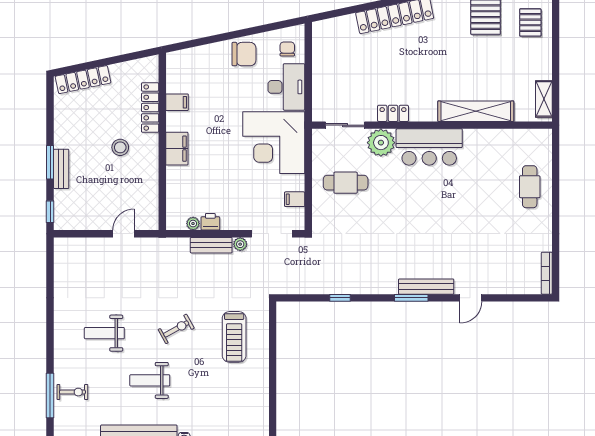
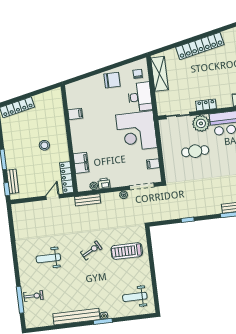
shelving: (323, 53) -> (160, 74), added
locker: (150, 108) -> (67, 177), moved
filing cabinet: (177, 149) -> (81, 163), moved
bench: (61, 169) -> (13, 181), moved
cafe table: (346, 183) -> (195, 151), moved
bench: (211, 245) -> (88, 200), moved
treadmill: (234, 337) -> (127, 251), turned 90
weight bench: (150, 380) -> (135, 297), moved

